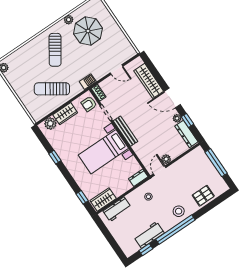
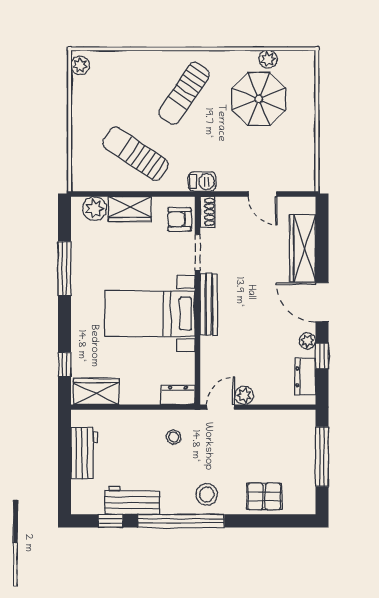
plant: (69, 20) -> (268, 59), moved
dresser: (186, 134) -> (305, 377), width x0.70
window: (55, 157) -> (64, 269), width x2.17
workbench: (117, 209) -> (84, 453), moved, turned -90

